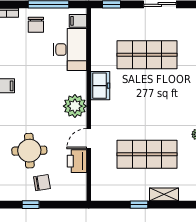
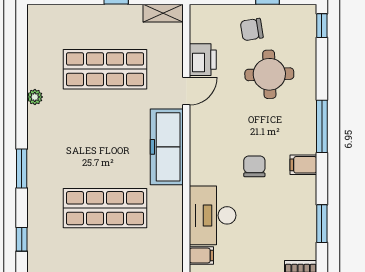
chair: (36, 25) -> (254, 166), moved
freezer: (100, 86) -> (167, 147), width x1.91, depth x1.26
plant: (75, 106) -> (206, 136), removed
shelving: (164, 194) -> (163, 13), moved

